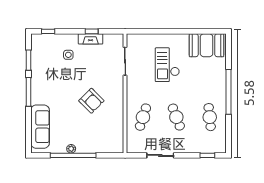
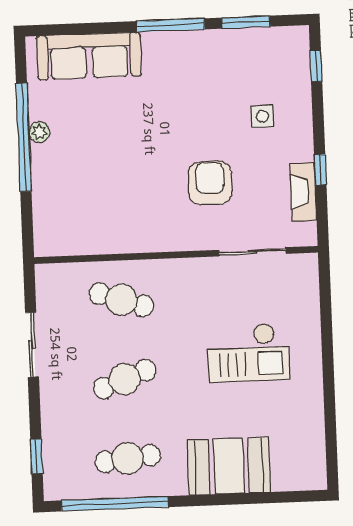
fireplace: (91, 39) -> (303, 192), moved
booth: (207, 45) -> (229, 466), moved, turned 90
checkout: (167, 65) -> (248, 353), turned 180
window: (229, 92) -> (115, 504), moved
armchair: (91, 101) -> (210, 183), moved, turned 135

